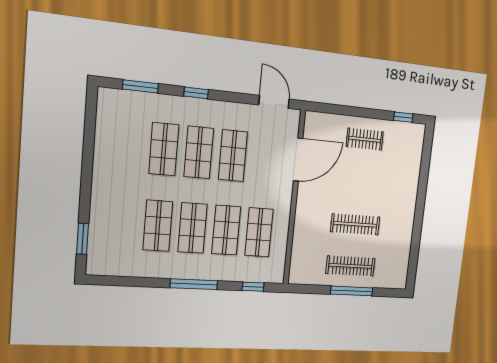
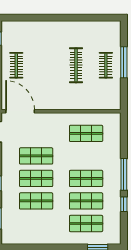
door: (298, 160) -> (20, 111), moved
shop shelf: (226, 230) -> (86, 223), moved
clothes rail: (350, 266) -> (106, 65), width x0.73
window: (253, 287) -> (124, 204), moved

